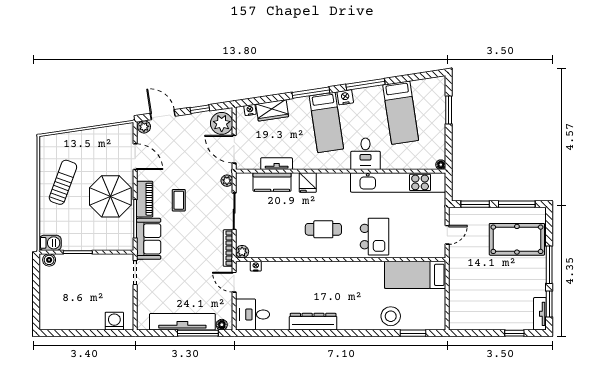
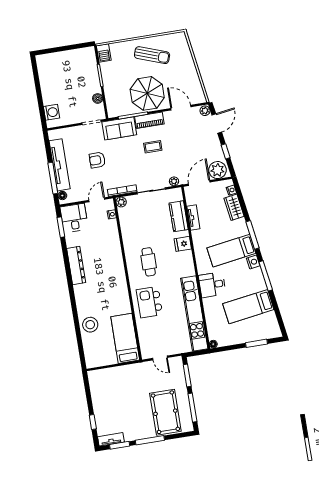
door: (135, 157) -> (181, 108), swing flipped
kitchen island: (375, 237) -> (150, 302), turned 90
boiler: (49, 260) -> (98, 98), moved
armchair: (184, 273) -> (97, 160), added
window: (413, 333) -> (61, 227), moved

